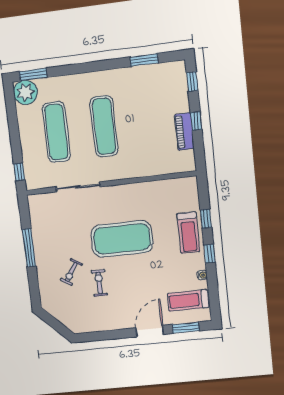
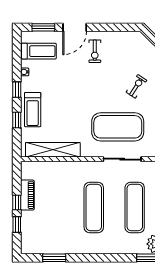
window: (192, 82) -> (17, 224), moved
shelving: (160, 189) -> (53, 150), added
treadmill: (188, 233) -> (33, 110), turned 180
exercise mat: (122, 239) -> (118, 127), moved
exercise bike: (99, 283) -> (95, 51), moved

